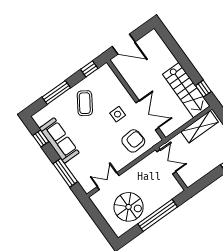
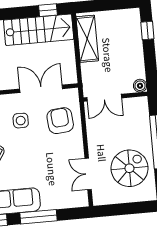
double door: (166, 162) -> (104, 98), swing flipped
window: (65, 173) -> (39, 217), moved
boiler: (189, 181) -> (140, 86), added

